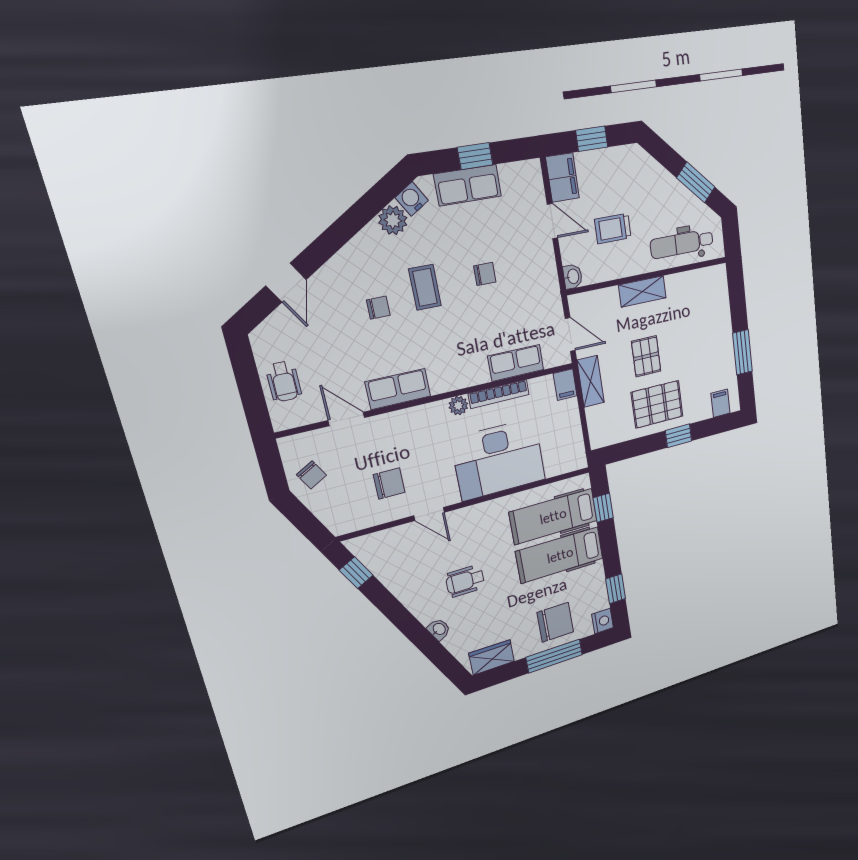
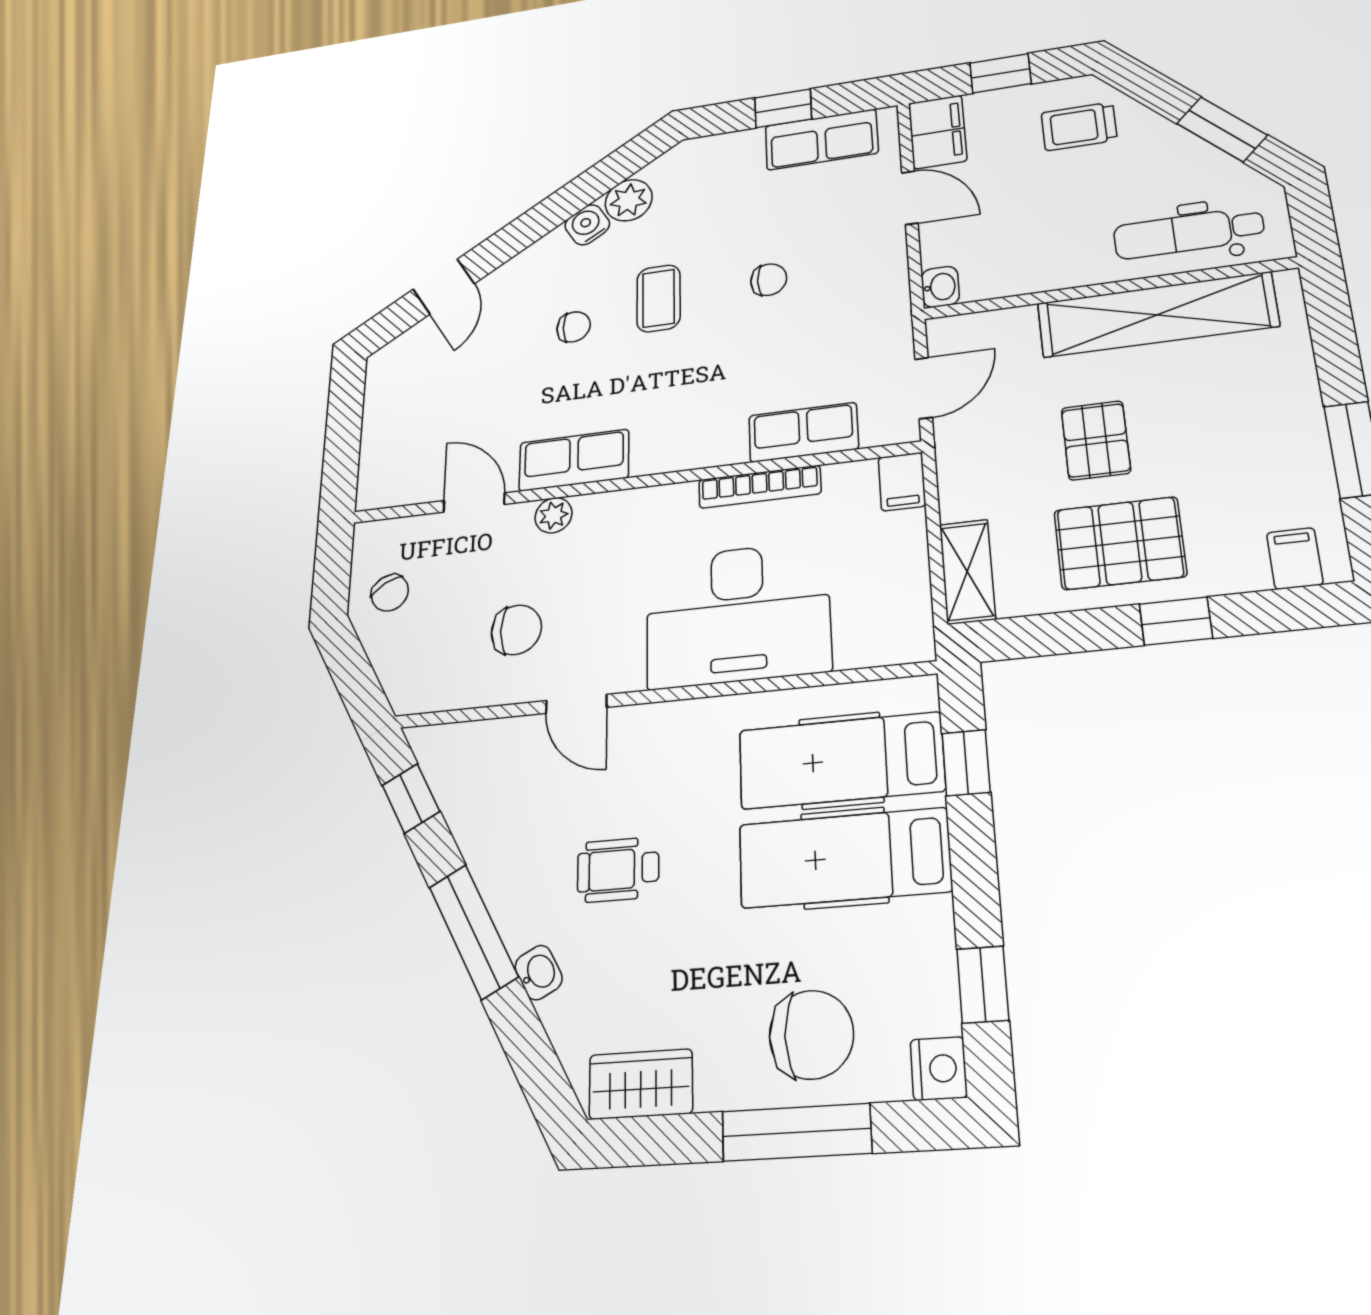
row of seats: (468, 185) -> (821, 140), moved
water cooler: (412, 199) -> (587, 225), moved
trolley: (613, 229) -> (1079, 126), moved
shelving: (642, 291) -> (1157, 315), width x2.20, depth x1.33
door: (570, 335) -> (924, 388), hinge flipped
wheelchair: (284, 381) -> (395, 432), removed
shelving: (591, 381) -> (967, 572), moved
plant: (458, 406) -> (553, 515), moved
window: (404, 621) -> (473, 932), added

